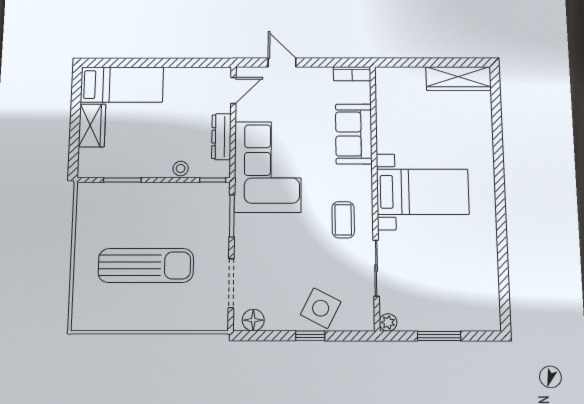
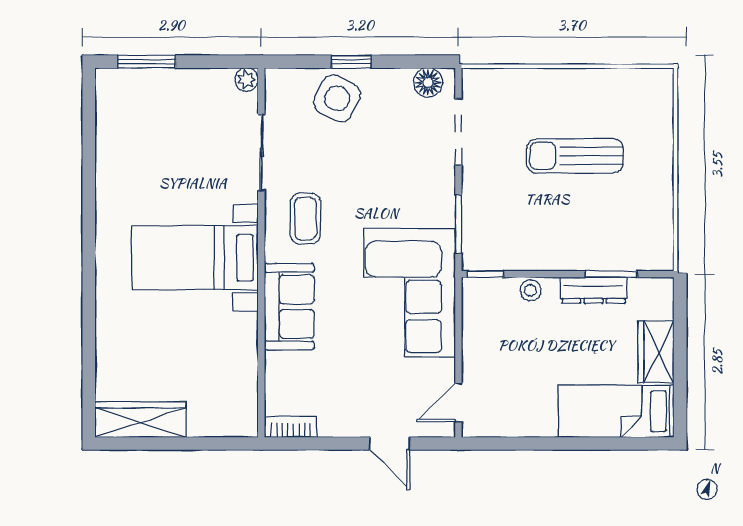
sofa: (354, 134) -> (289, 307), moved
dresser: (221, 137) -> (593, 290), moved, turned 90
sun lounger: (146, 265) -> (575, 156), width x0.73, depth x0.75
window: (439, 336) -> (147, 62), moved

